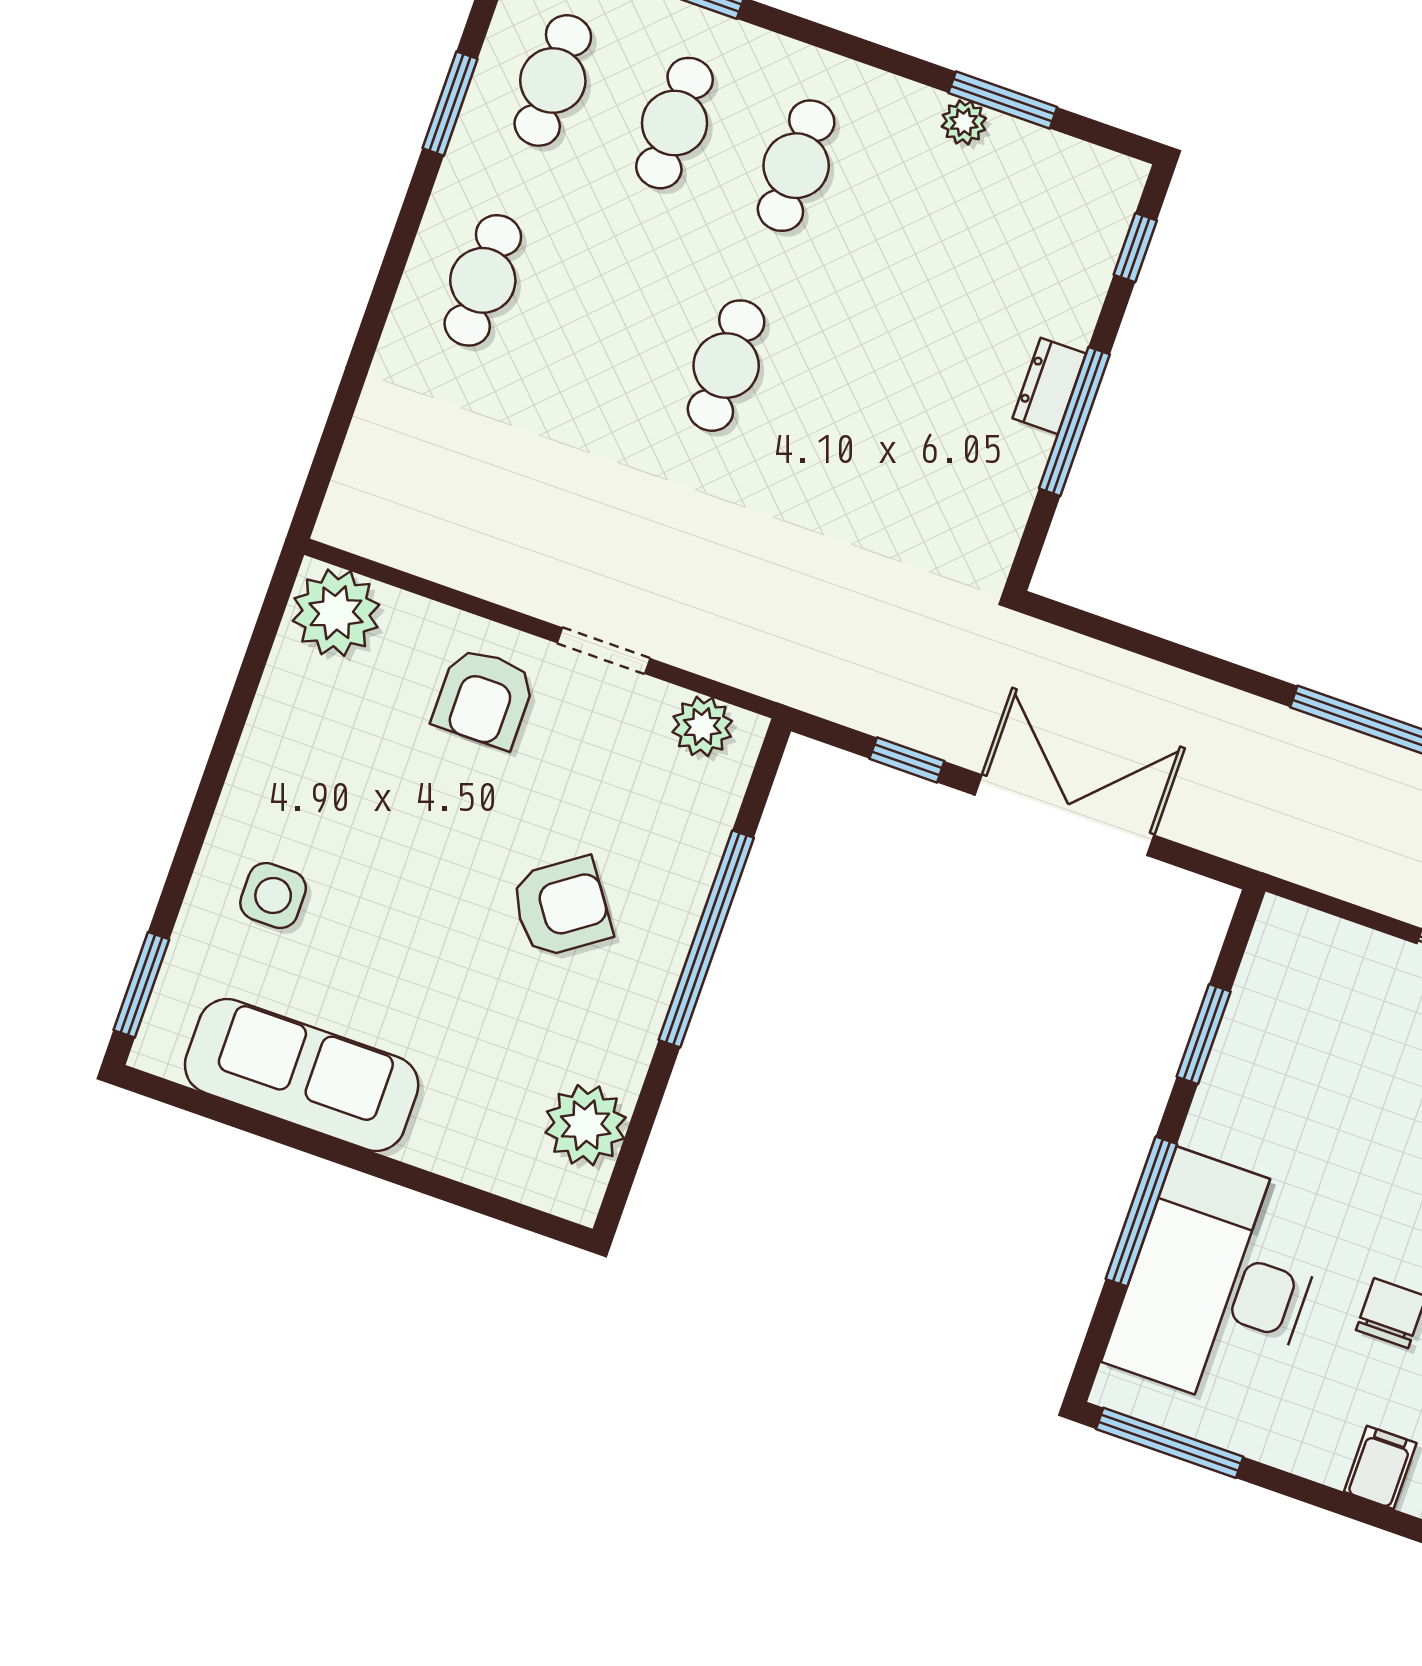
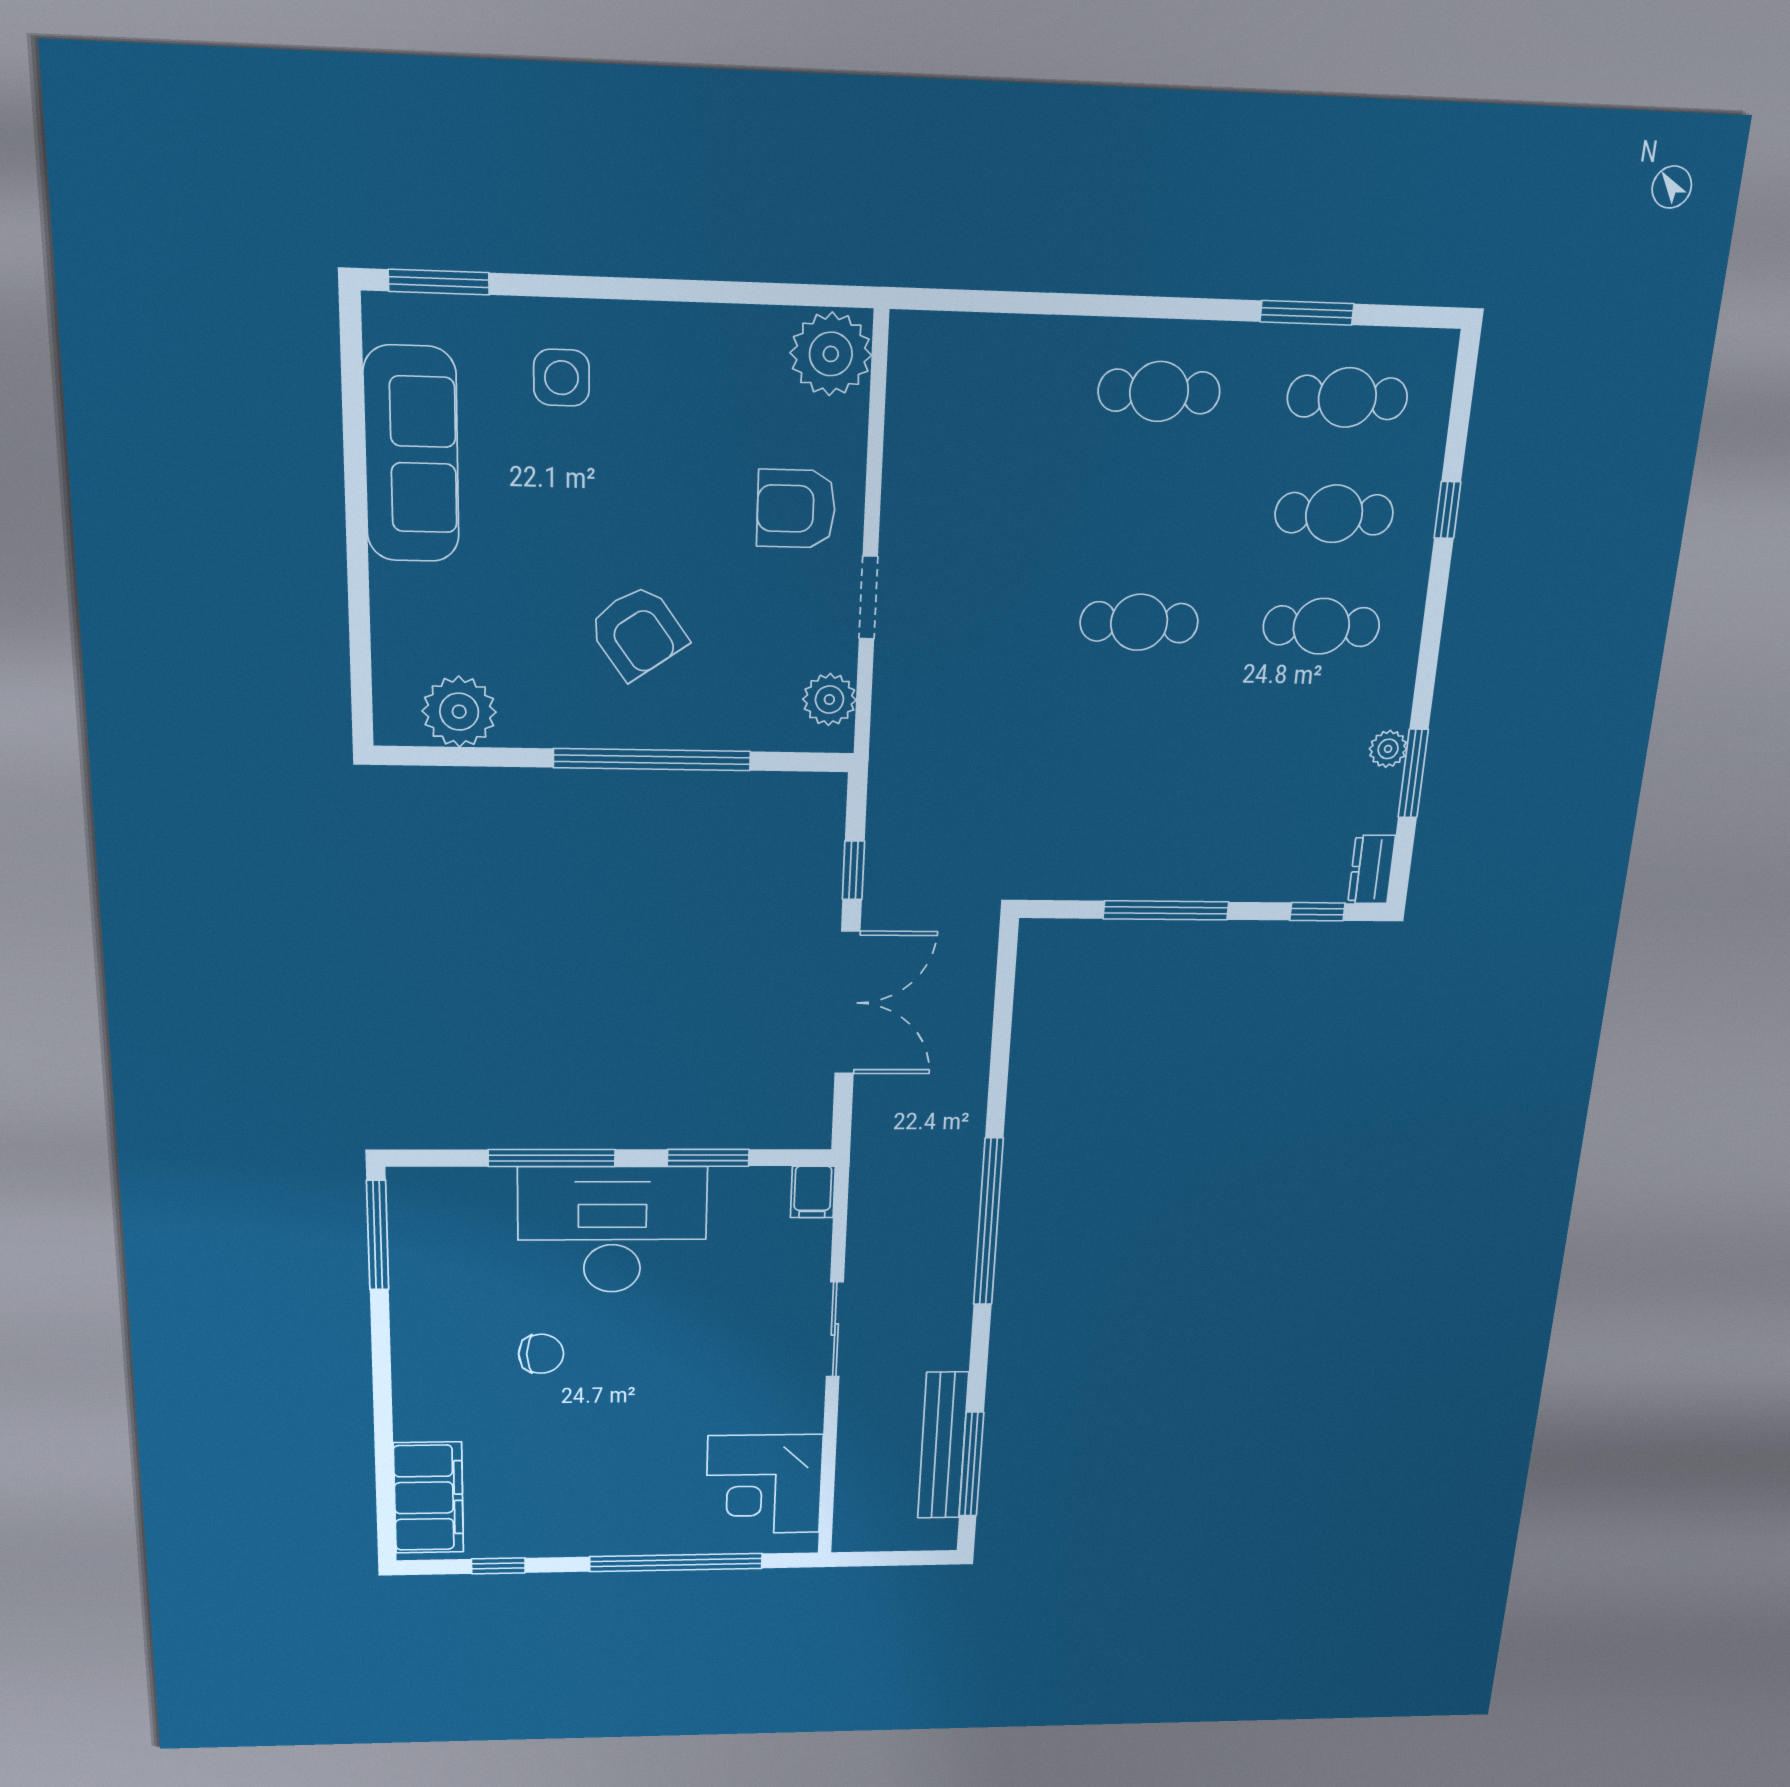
dresser: (1049, 386) -> (1372, 869), moved, turned -90
desk: (1219, 1282) -> (612, 1230), moved
filing cabinet: (1380, 1467) -> (813, 1192), moved, turned 90

